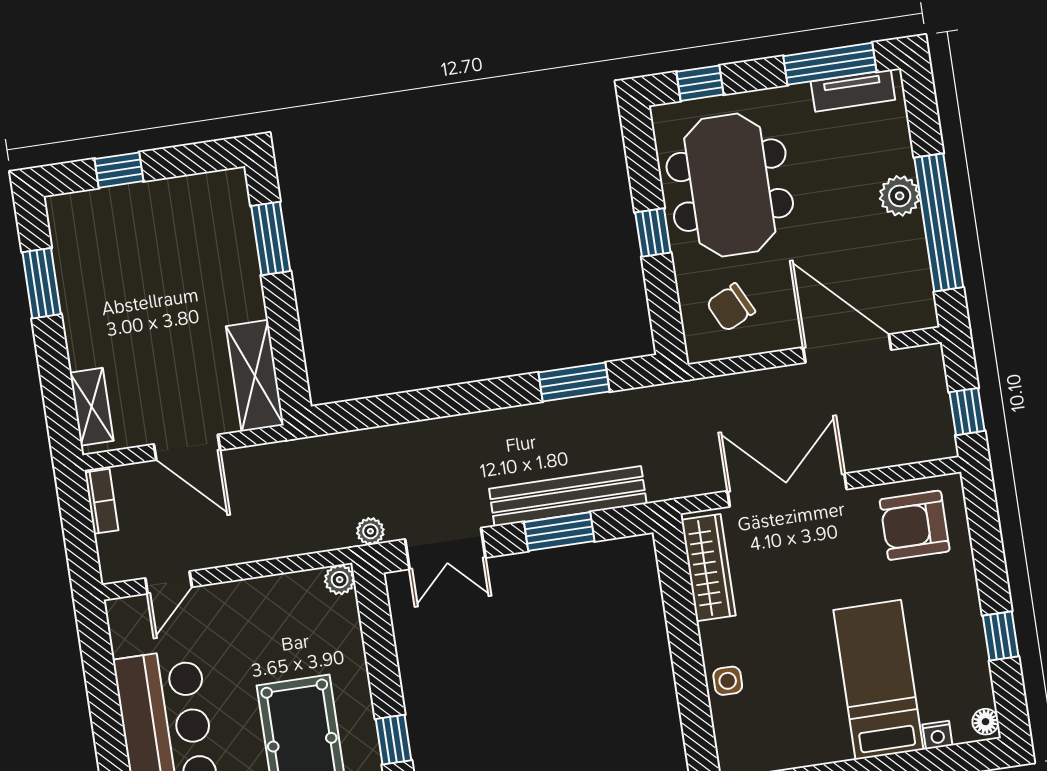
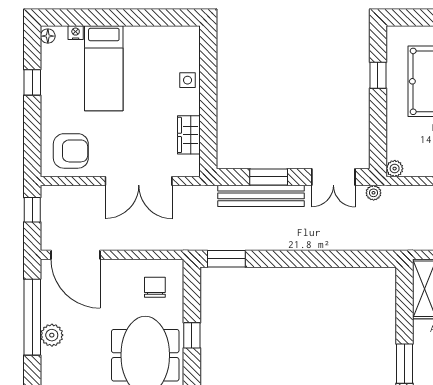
chair: (731, 307) -> (155, 287), turned -64
door: (847, 349) -> (75, 255), moved
window: (574, 382) -> (226, 259), moved
double door: (445, 549) -> (333, 177), swing flipped
wardrobe: (708, 568) -> (189, 135), width x0.67

